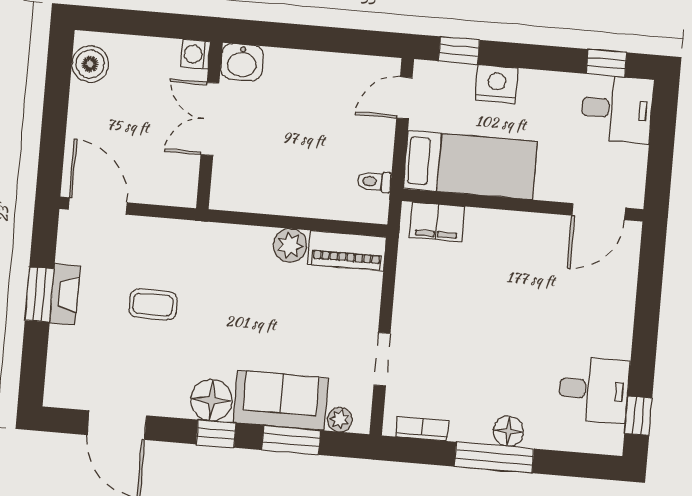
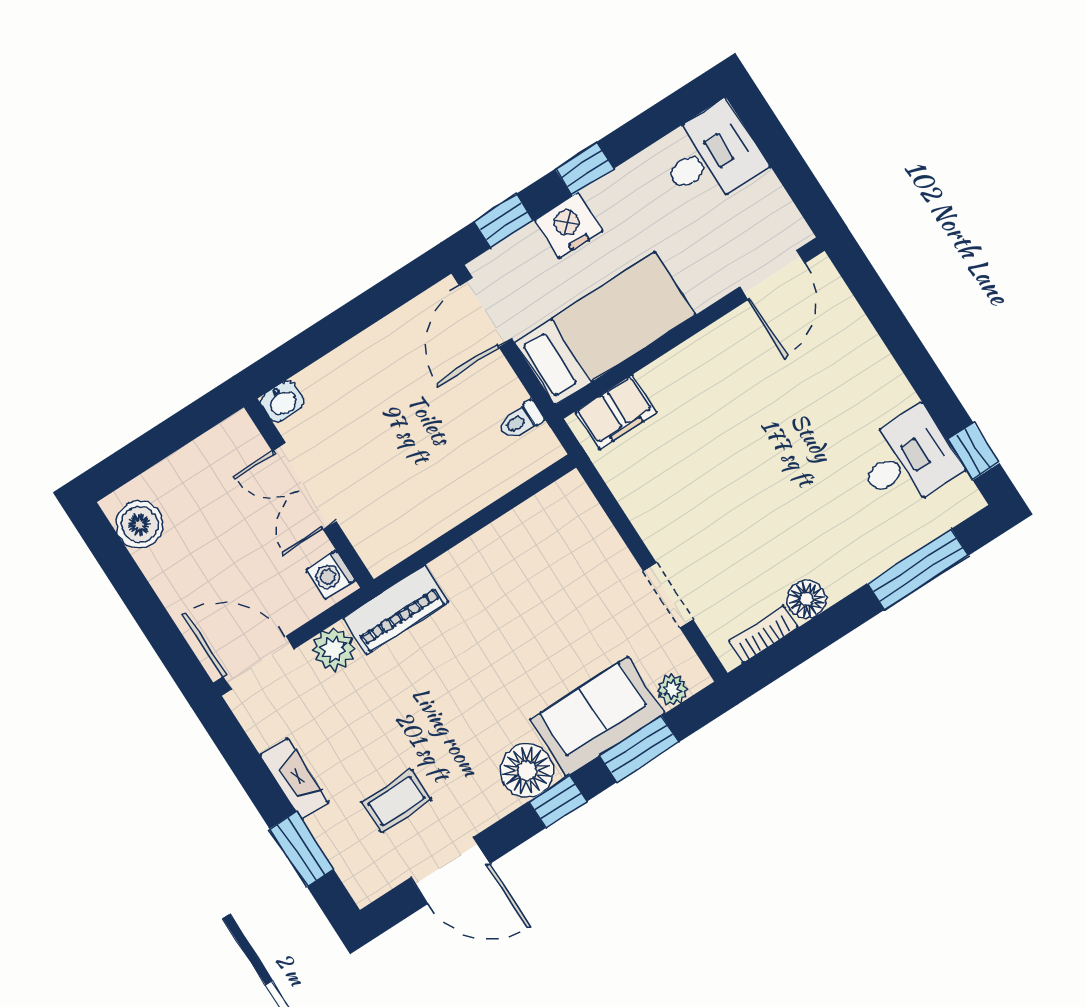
washing machine: (195, 54) -> (331, 575), moved
washbasin: (242, 62) -> (282, 401), width x0.72, depth x0.69
window: (606, 63) -> (585, 169), moved
door: (404, 98) -> (486, 312), width x1.38
plant: (290, 245) -> (334, 649), moved
piano: (347, 251) -> (396, 610), moved
window: (39, 295) -> (302, 849), moved
coffee table: (153, 305) -> (396, 801), moved
floor lamp: (509, 431) -> (807, 599), moved
window: (494, 458) -> (918, 569), moved

